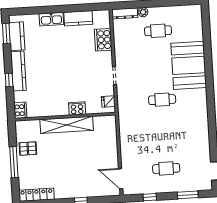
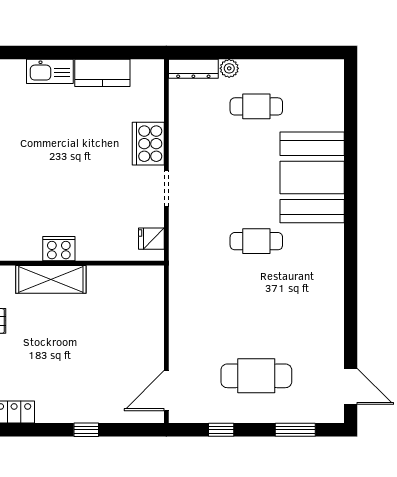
cooker: (103, 40) -> (148, 144), moved
cooker: (77, 108) -> (59, 249), moved
shelving: (67, 125) -> (51, 279), width x0.68
cafe table: (166, 168) -> (256, 376), width x1.37, depth x1.35
door: (121, 179) -> (166, 391), hinge flipped

